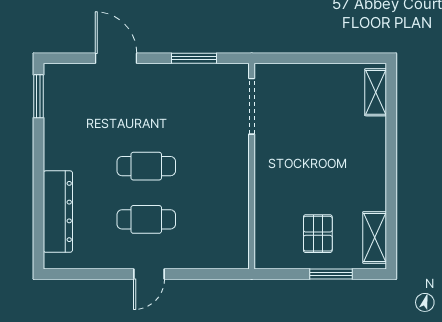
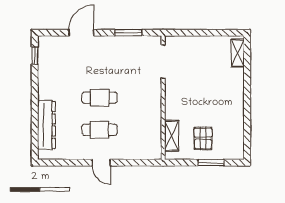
door: (116, 58) -> (81, 33), hinge flipped
window: (38, 96) -> (35, 56), width x0.67
shelving: (375, 237) -> (172, 136), moved
door: (149, 274) -> (101, 163), hinge flipped

